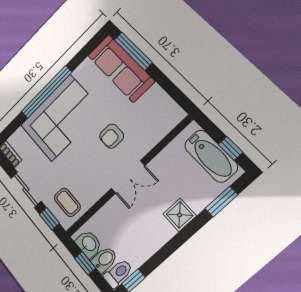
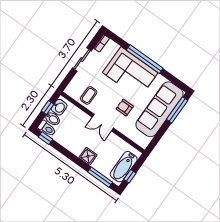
sofa: (121, 68) -> (160, 109), width x1.36, depth x1.27
coffee table: (67, 202) -> (89, 95), moved
window: (221, 202) -> (100, 177), width x1.44
window: (49, 219) -> (68, 79), removed

